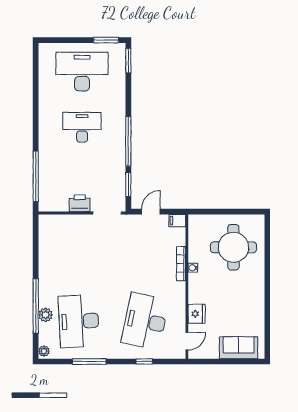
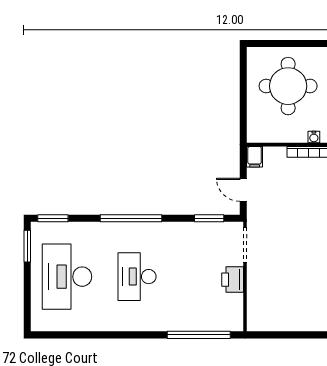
window: (128, 141) -> (131, 218), moved

